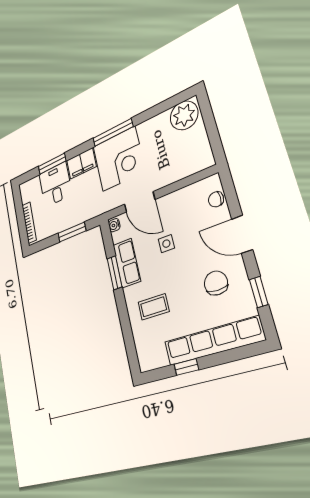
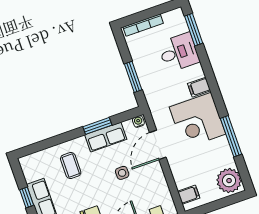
window: (113, 132) -> (231, 136), moved
filing cabinet: (197, 161) -> (189, 195), added
filing cabinet: (81, 163) -> (199, 87), width x0.50
window: (52, 164) -> (194, 30), moved

